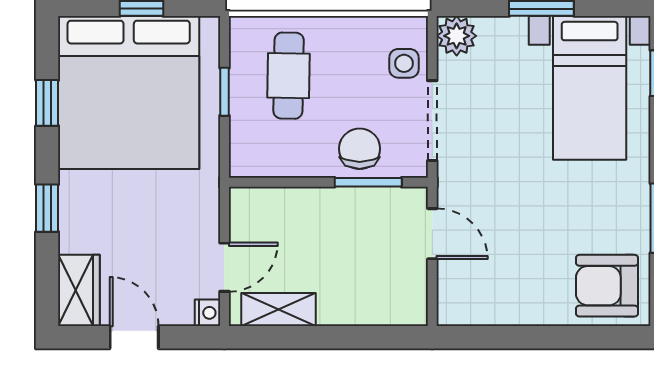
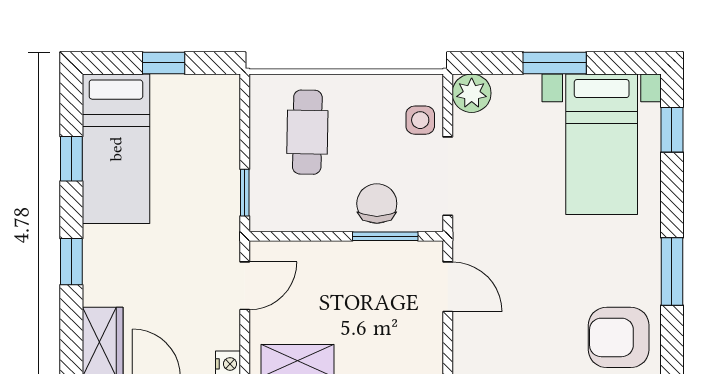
window: (224, 92) -> (245, 193), moved
bed: (129, 93) -> (116, 149), width x0.49
door: (224, 267) -> (245, 286), moved

